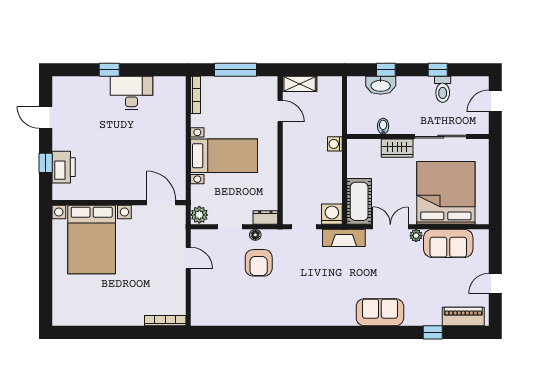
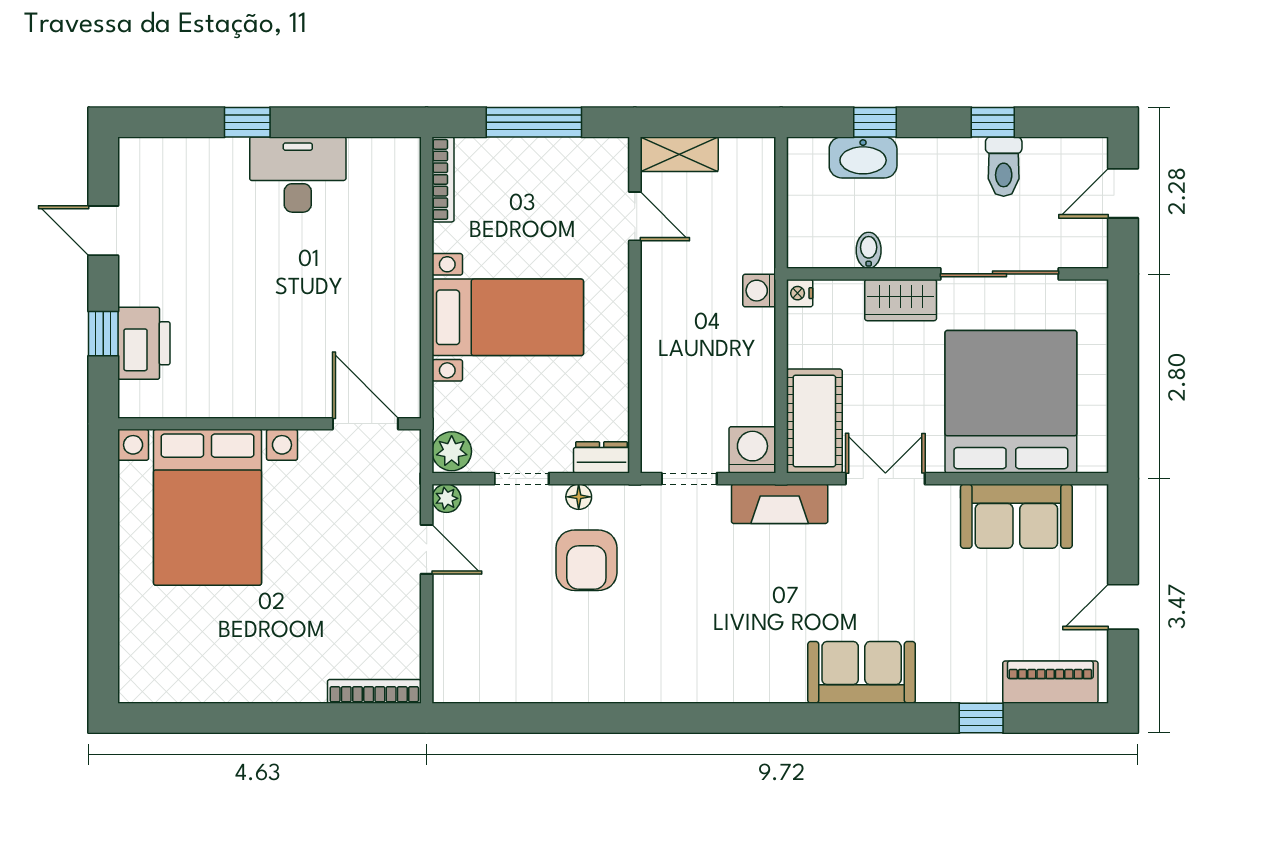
nightstand: (353, 145) -> (800, 293), added
plant: (416, 236) -> (446, 498), moved

